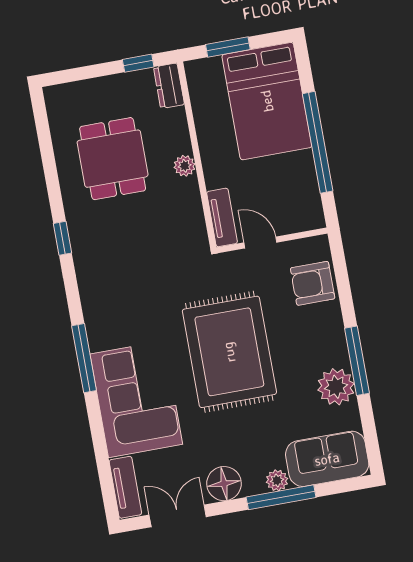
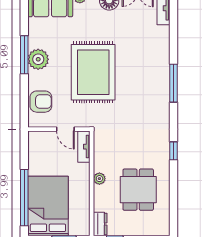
window: (318, 142) -> (24, 198), moved
plant: (336, 387) -> (38, 59), moved
corner sofa: (136, 399) -> (149, 55), removed

